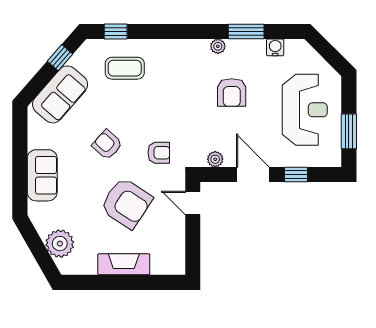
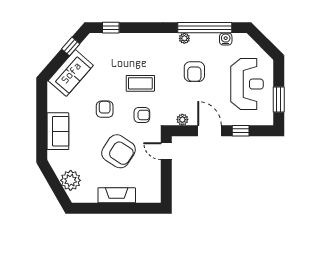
window: (246, 31) -> (205, 28), width x2.11
coffee table: (125, 68) -> (140, 83), moved
armchair: (107, 145) -> (105, 109), turned 48

